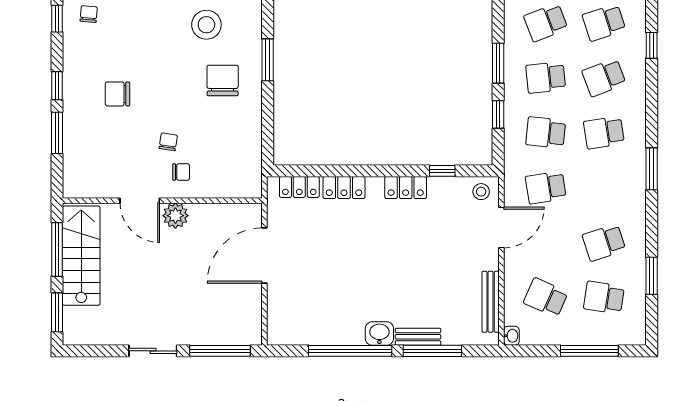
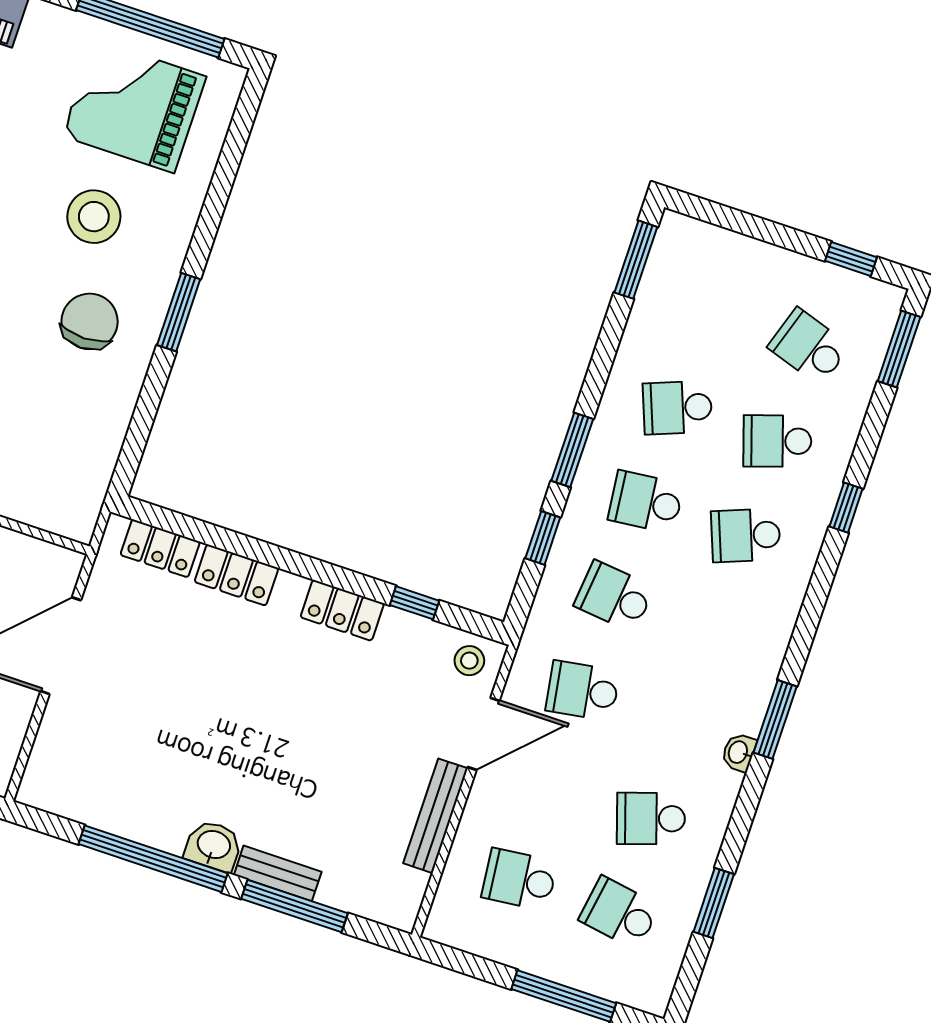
school desk: (604, 133) -> (714, 630), removed
school desk: (546, 298) -> (519, 880), turned -30
bench: (491, 302) -> (436, 816), moved
washbasin: (511, 336) -> (739, 752), moved, turned 180

